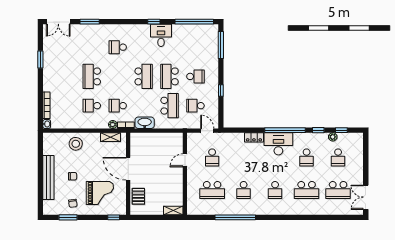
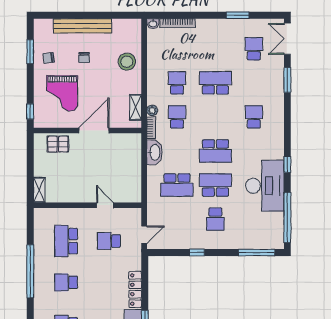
desk: (161, 35) -> (265, 186), width x1.87, depth x1.30
school desk: (195, 106) -> (254, 49), moved
locker: (254, 137) -> (135, 289), width x1.53

